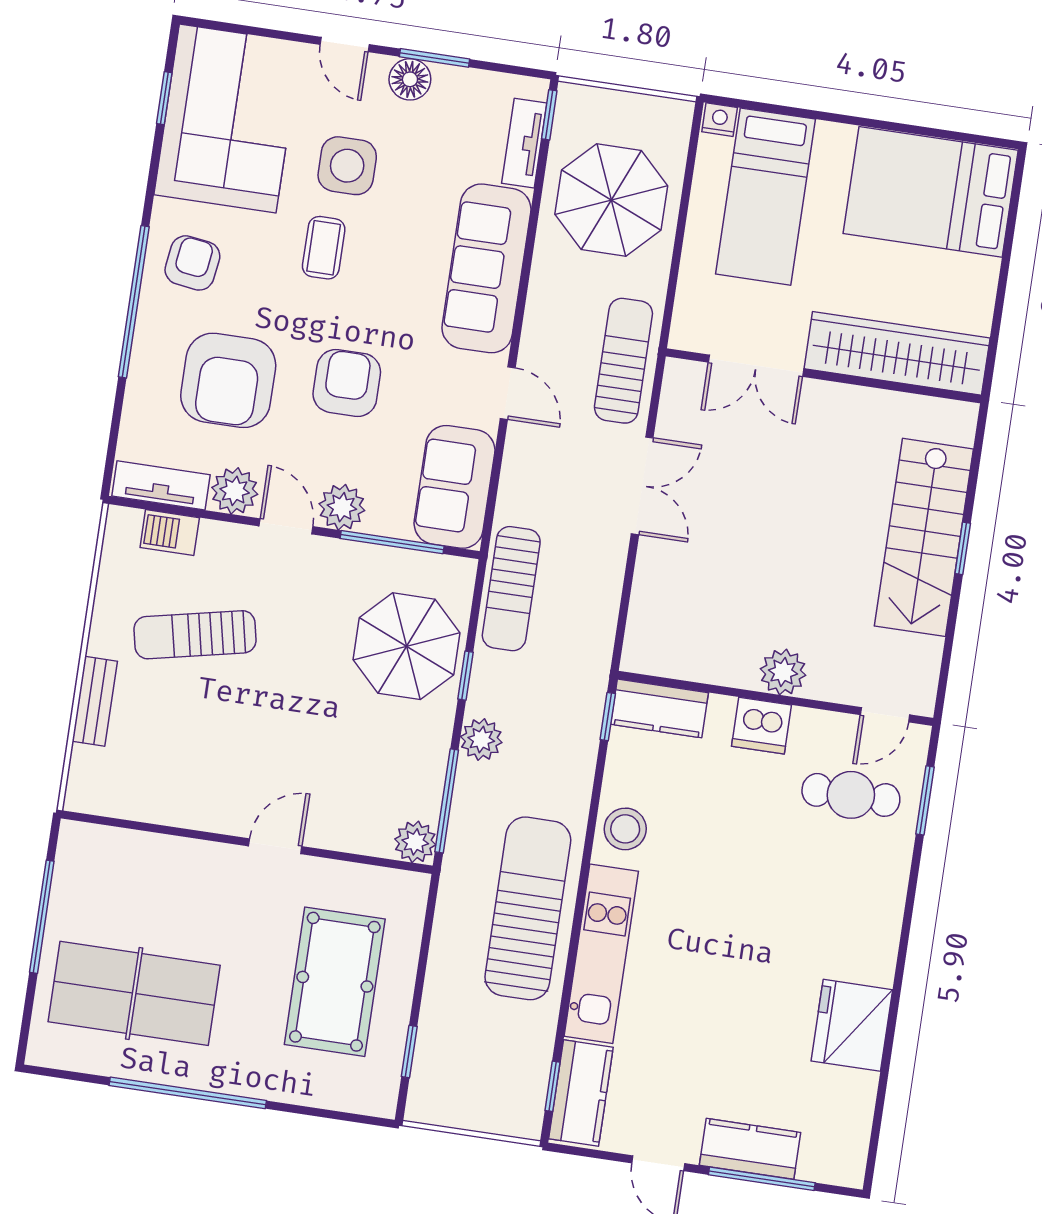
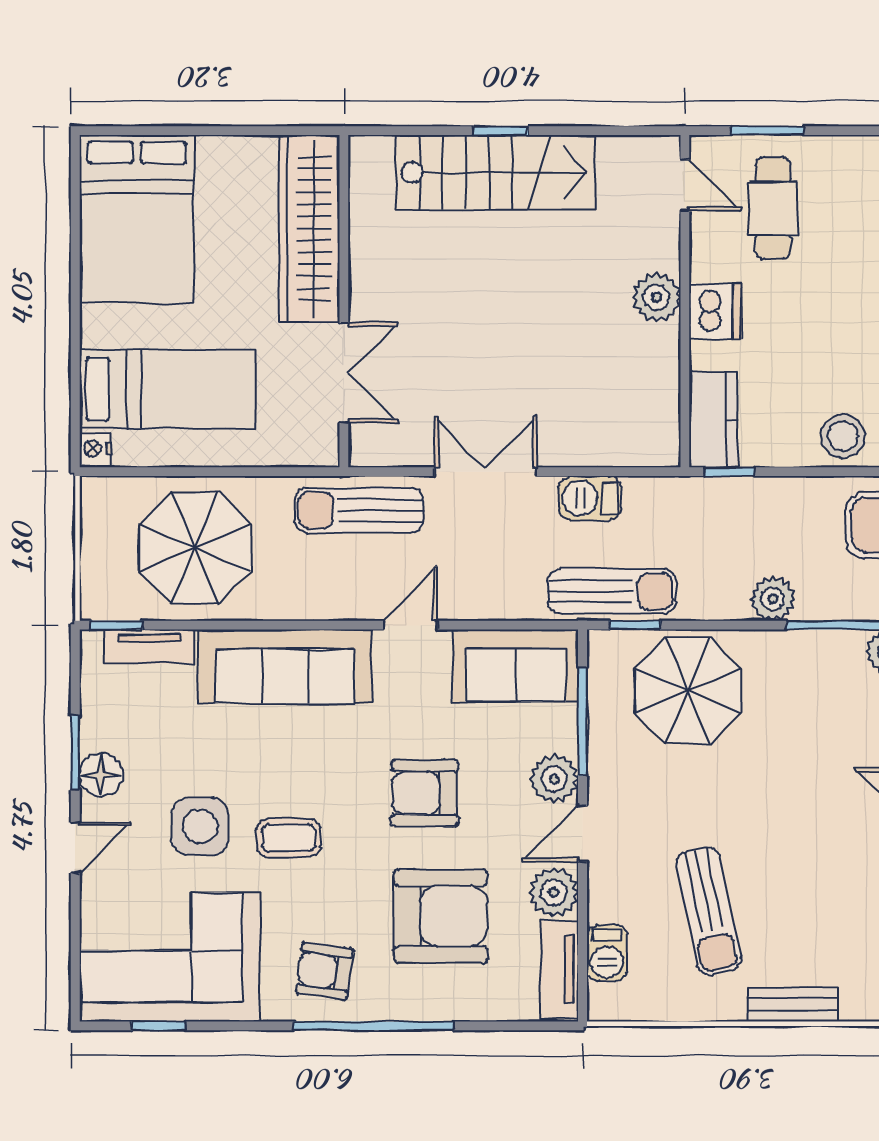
barbecue: (603, 581) -> (590, 498), added
window: (465, 676) -> (635, 625), moved

